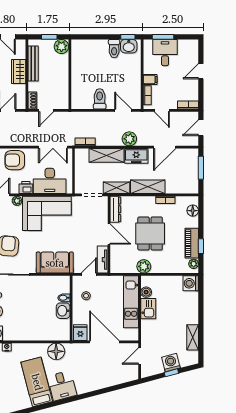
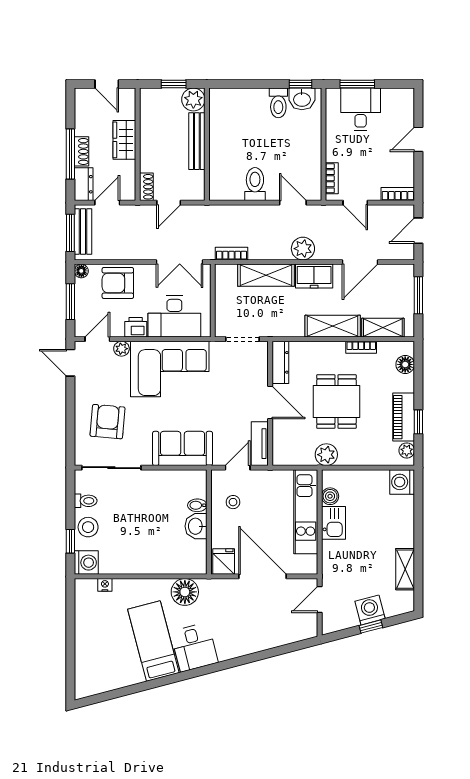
bench: (33, 64) -> (197, 141), moved
filing cabinet: (150, 79) -> (337, 153), removed
shelving: (117, 188) -> (383, 328), moved

